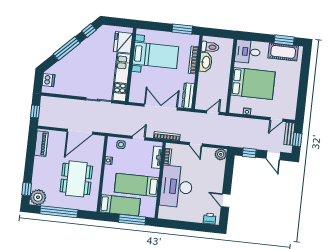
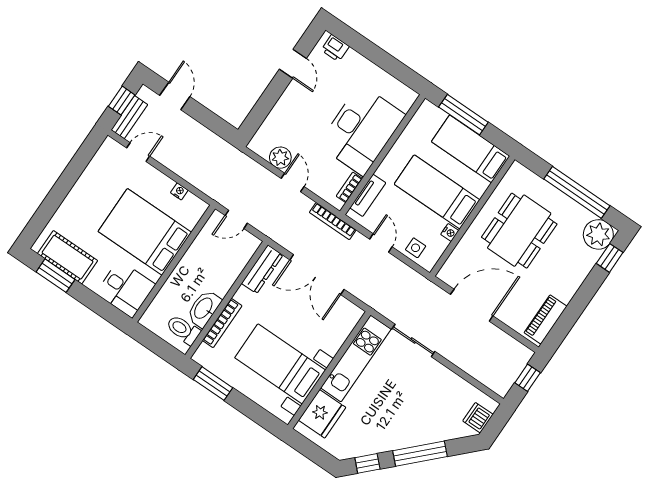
door: (139, 138) -> (381, 243), swing flipped
window: (249, 153) -> (212, 121), removed
plant: (221, 154) -> (280, 158), moved
bed: (137, 185) -> (437, 192), moved, turned 180

